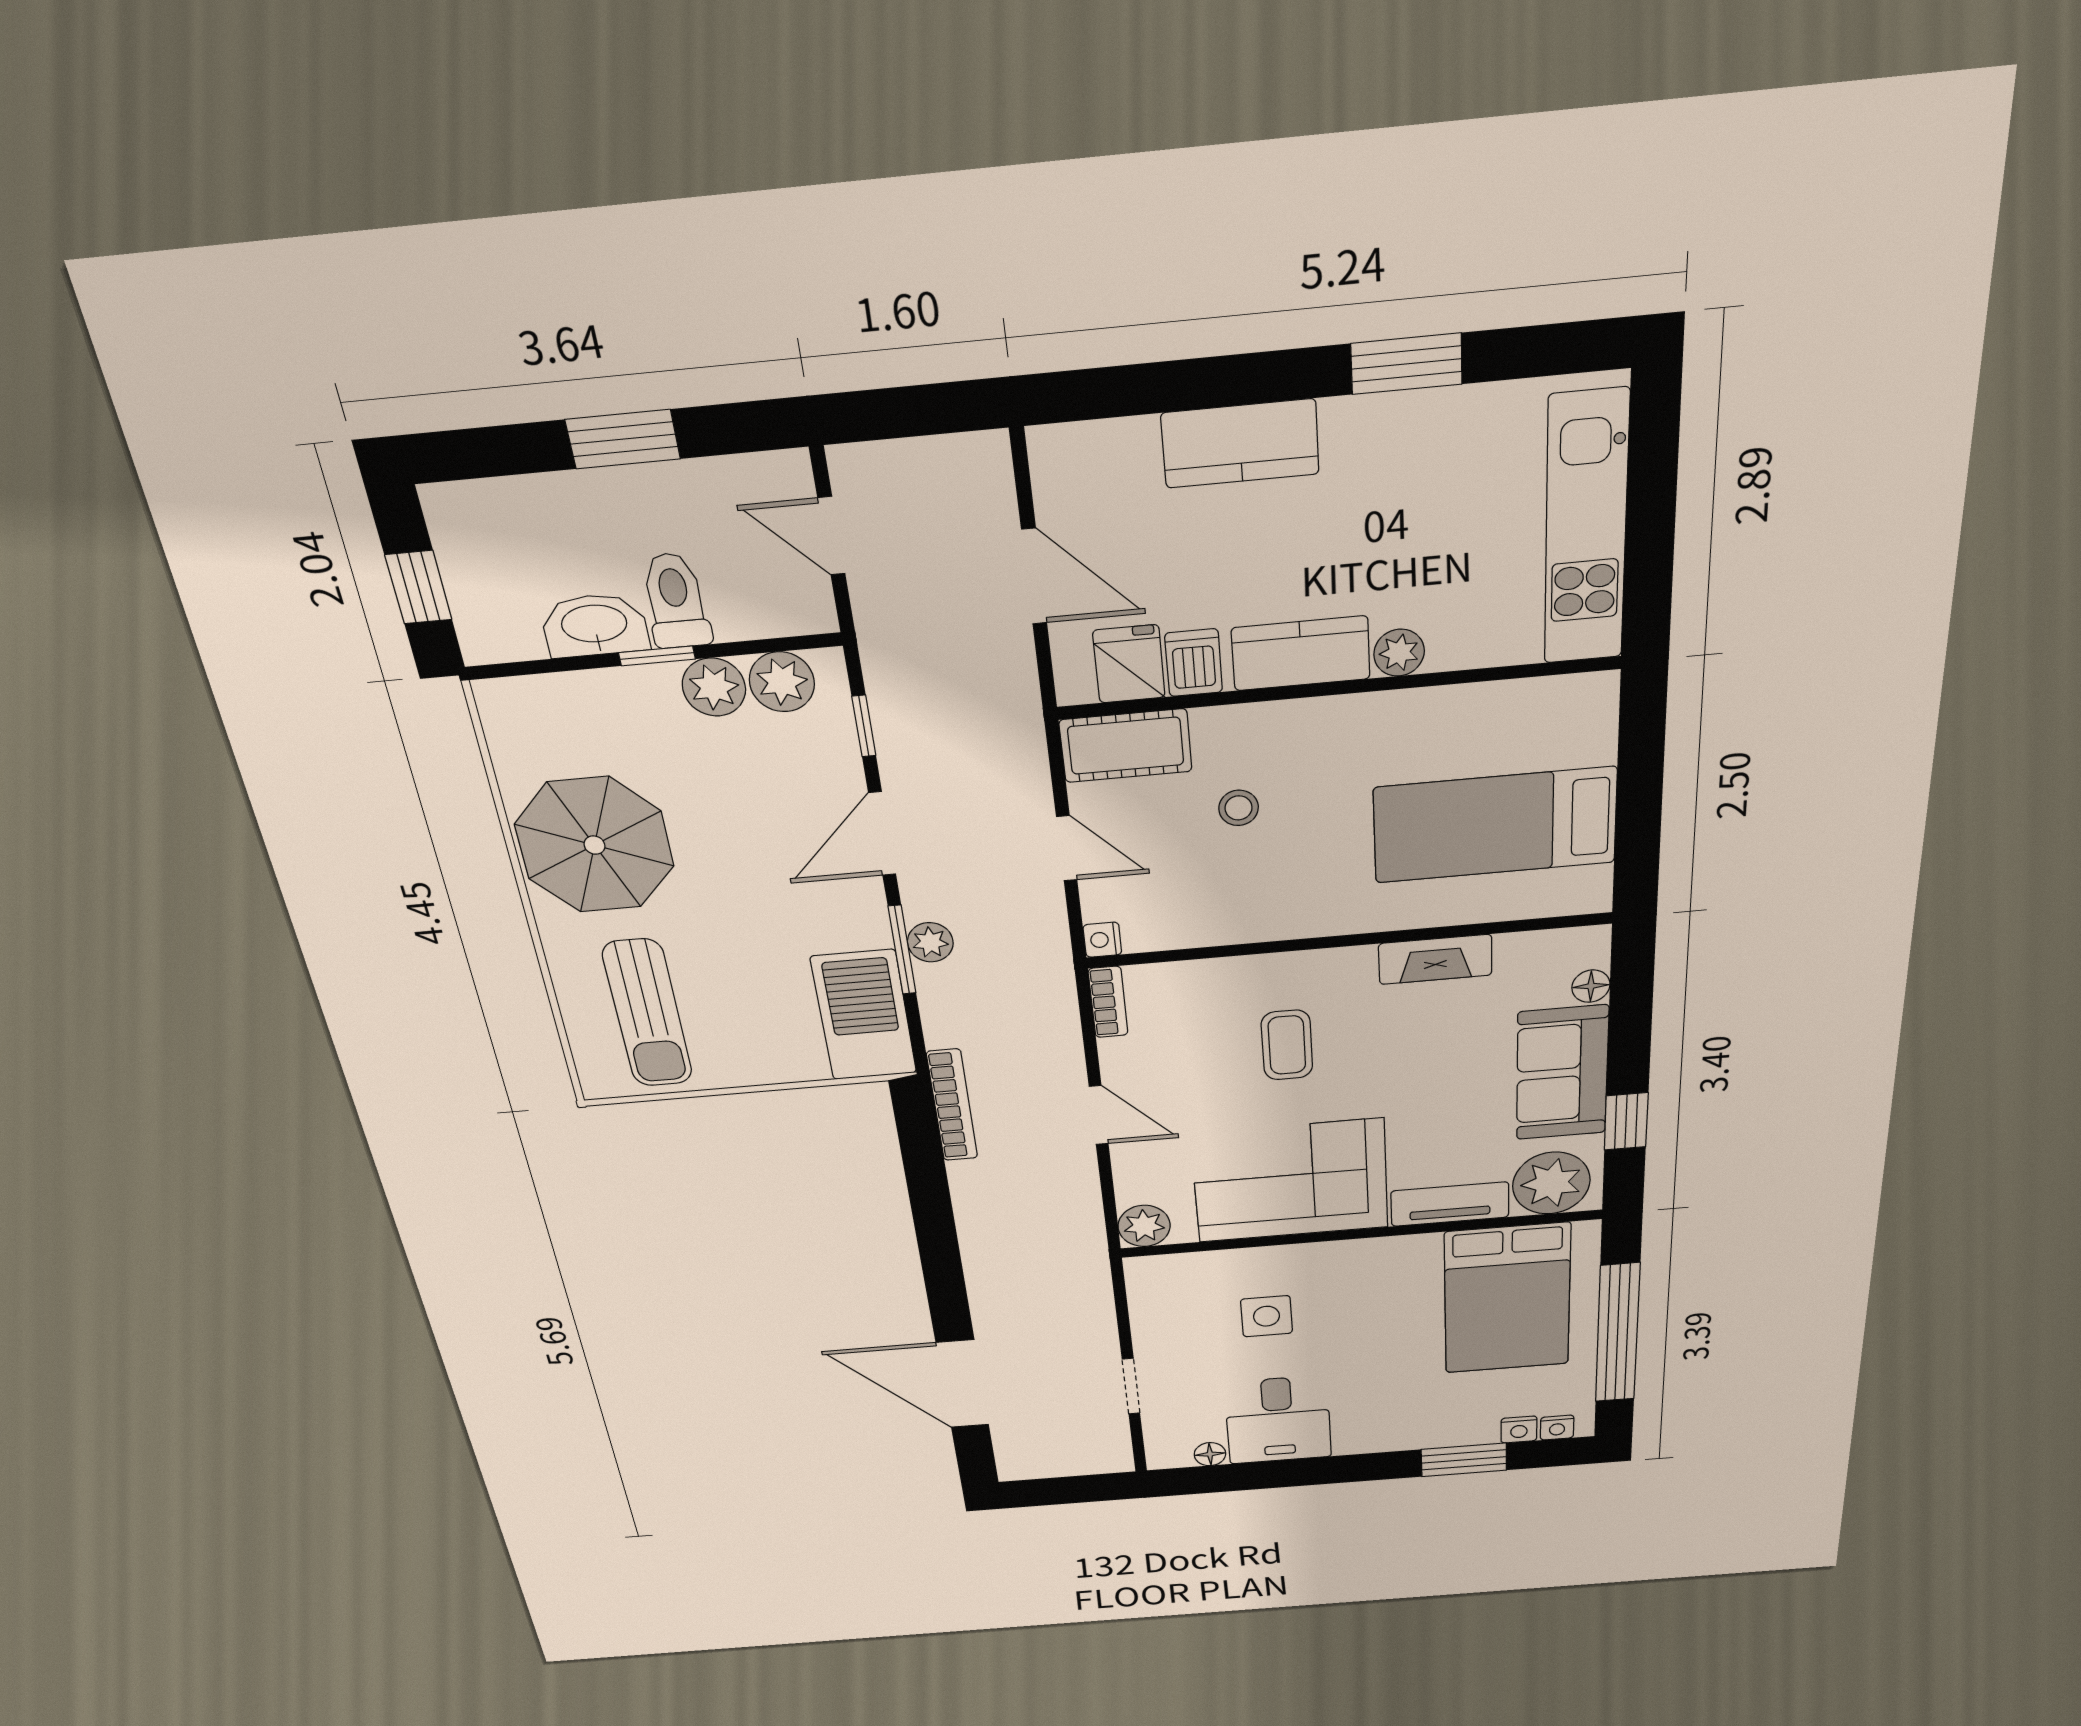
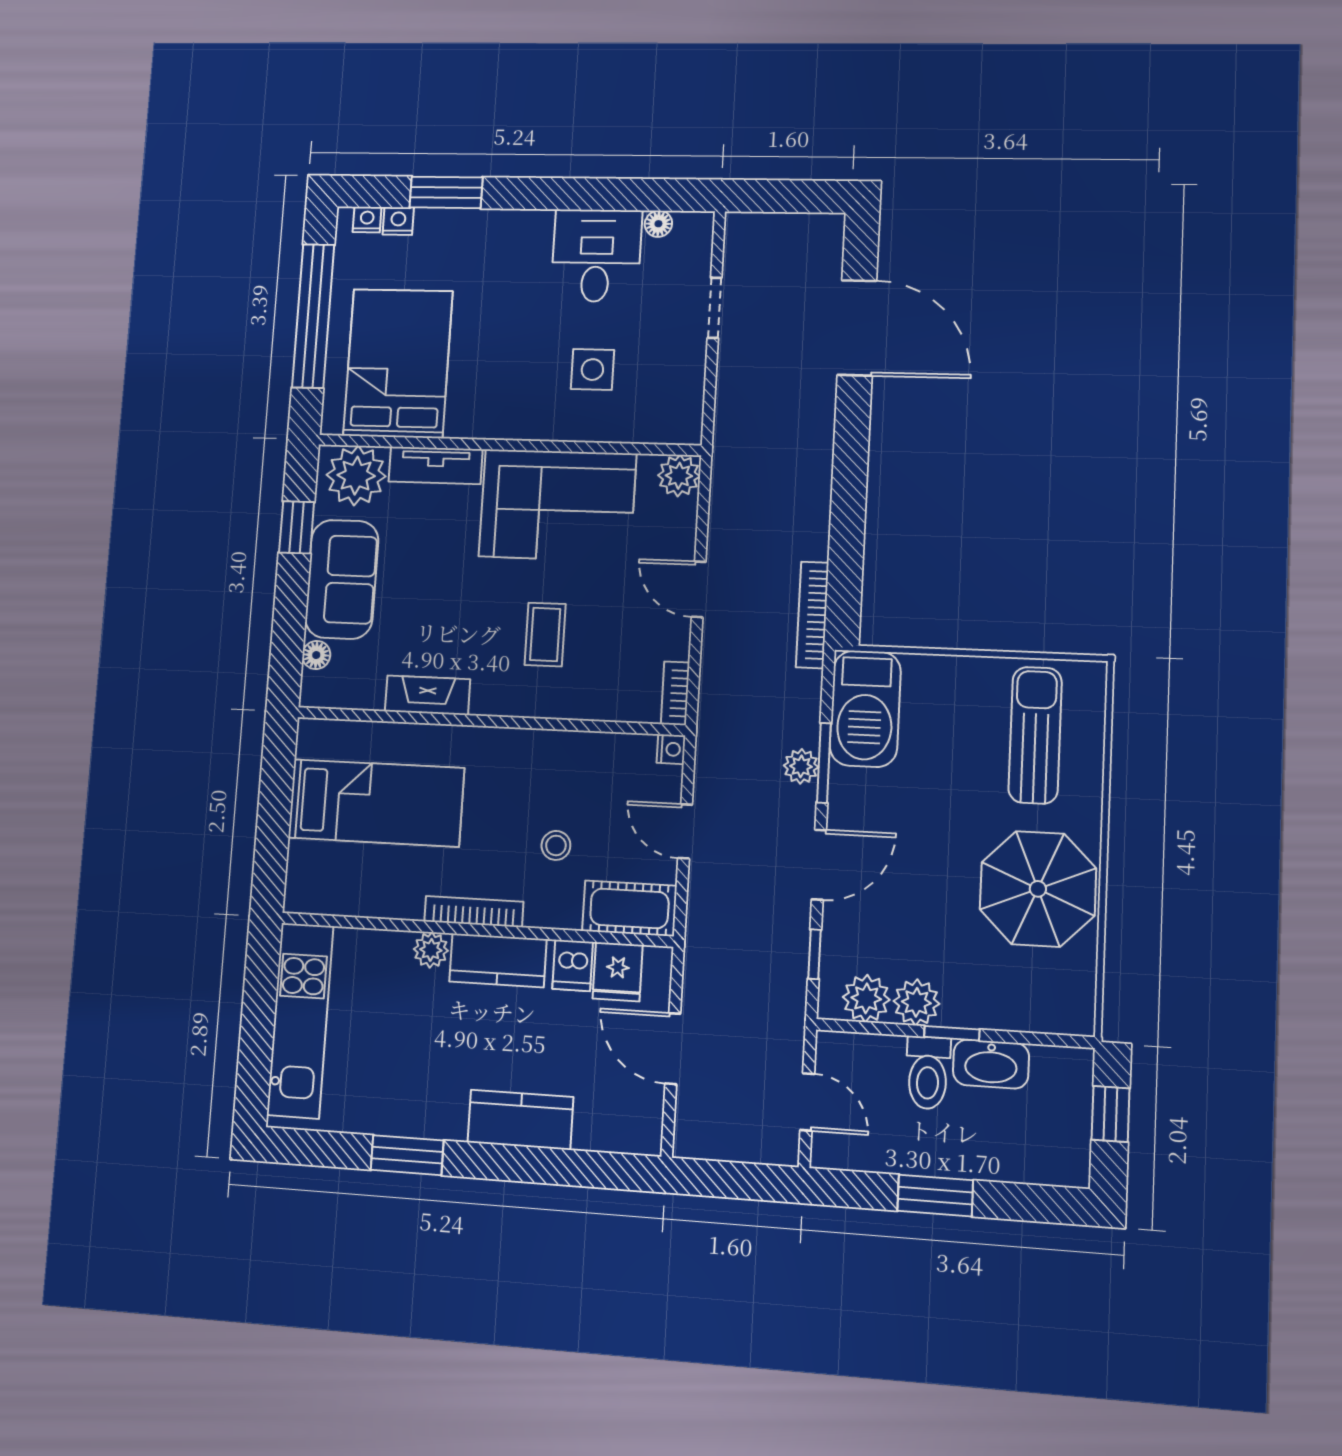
bookcase: (1343, 711) -> (474, 912), added

